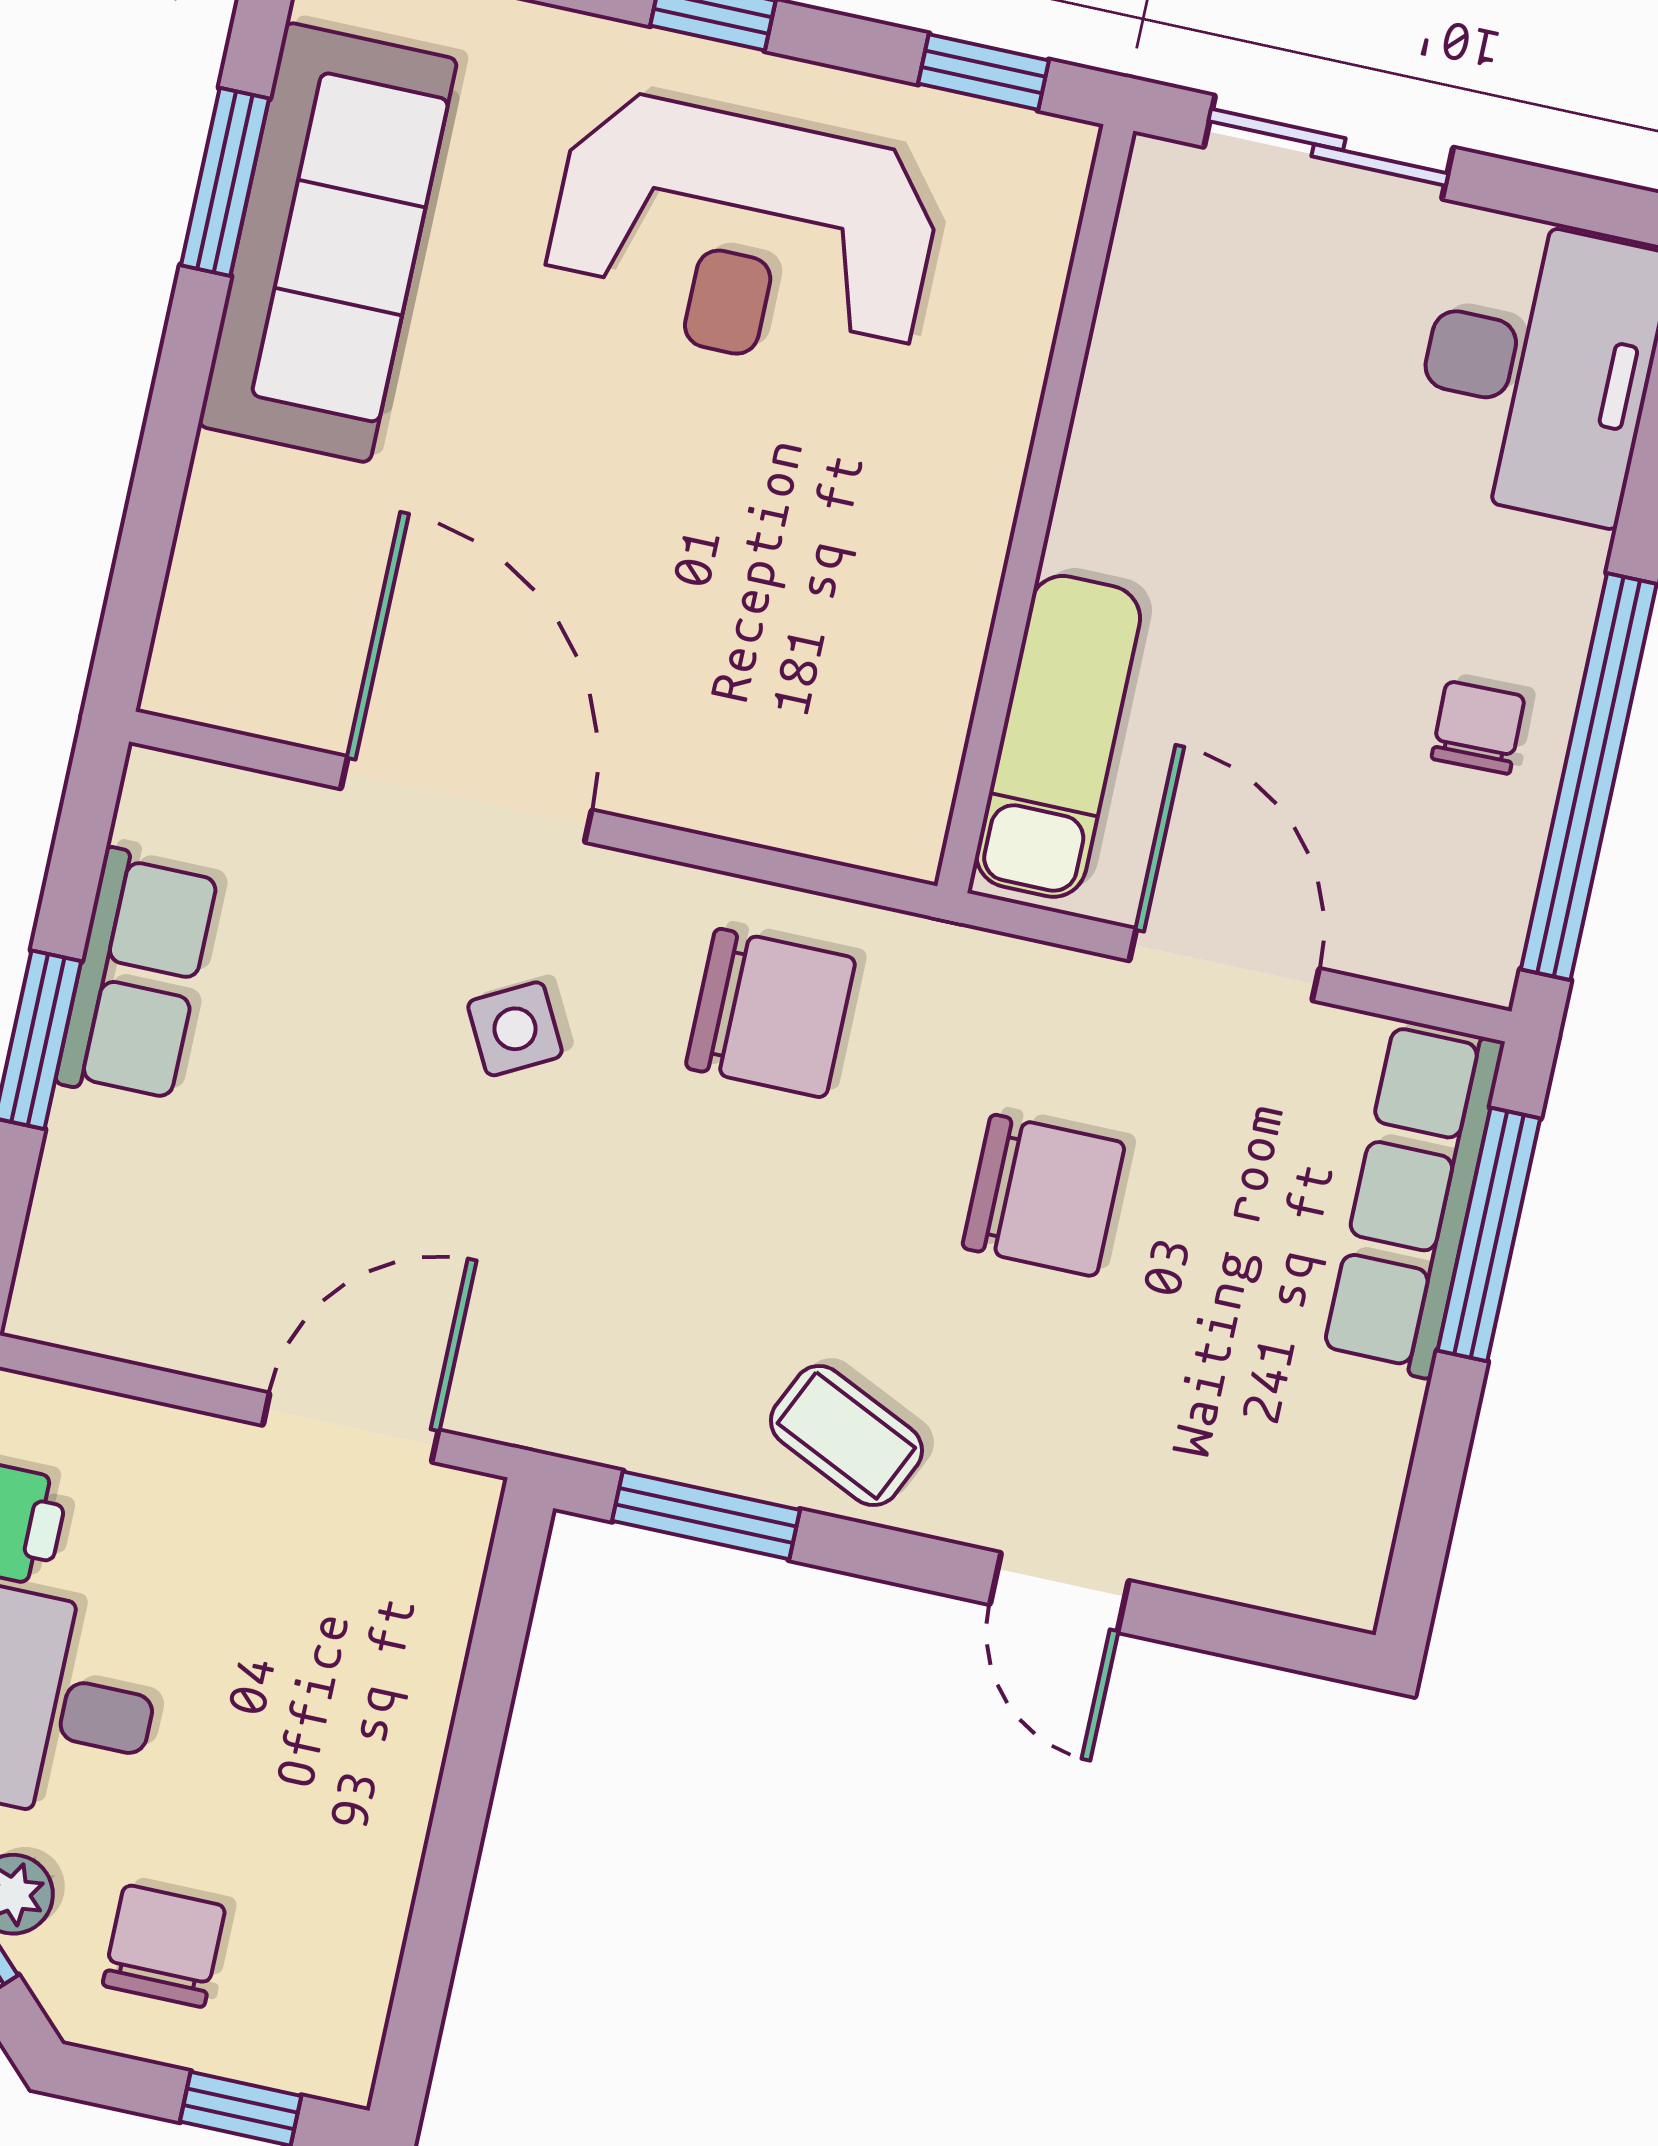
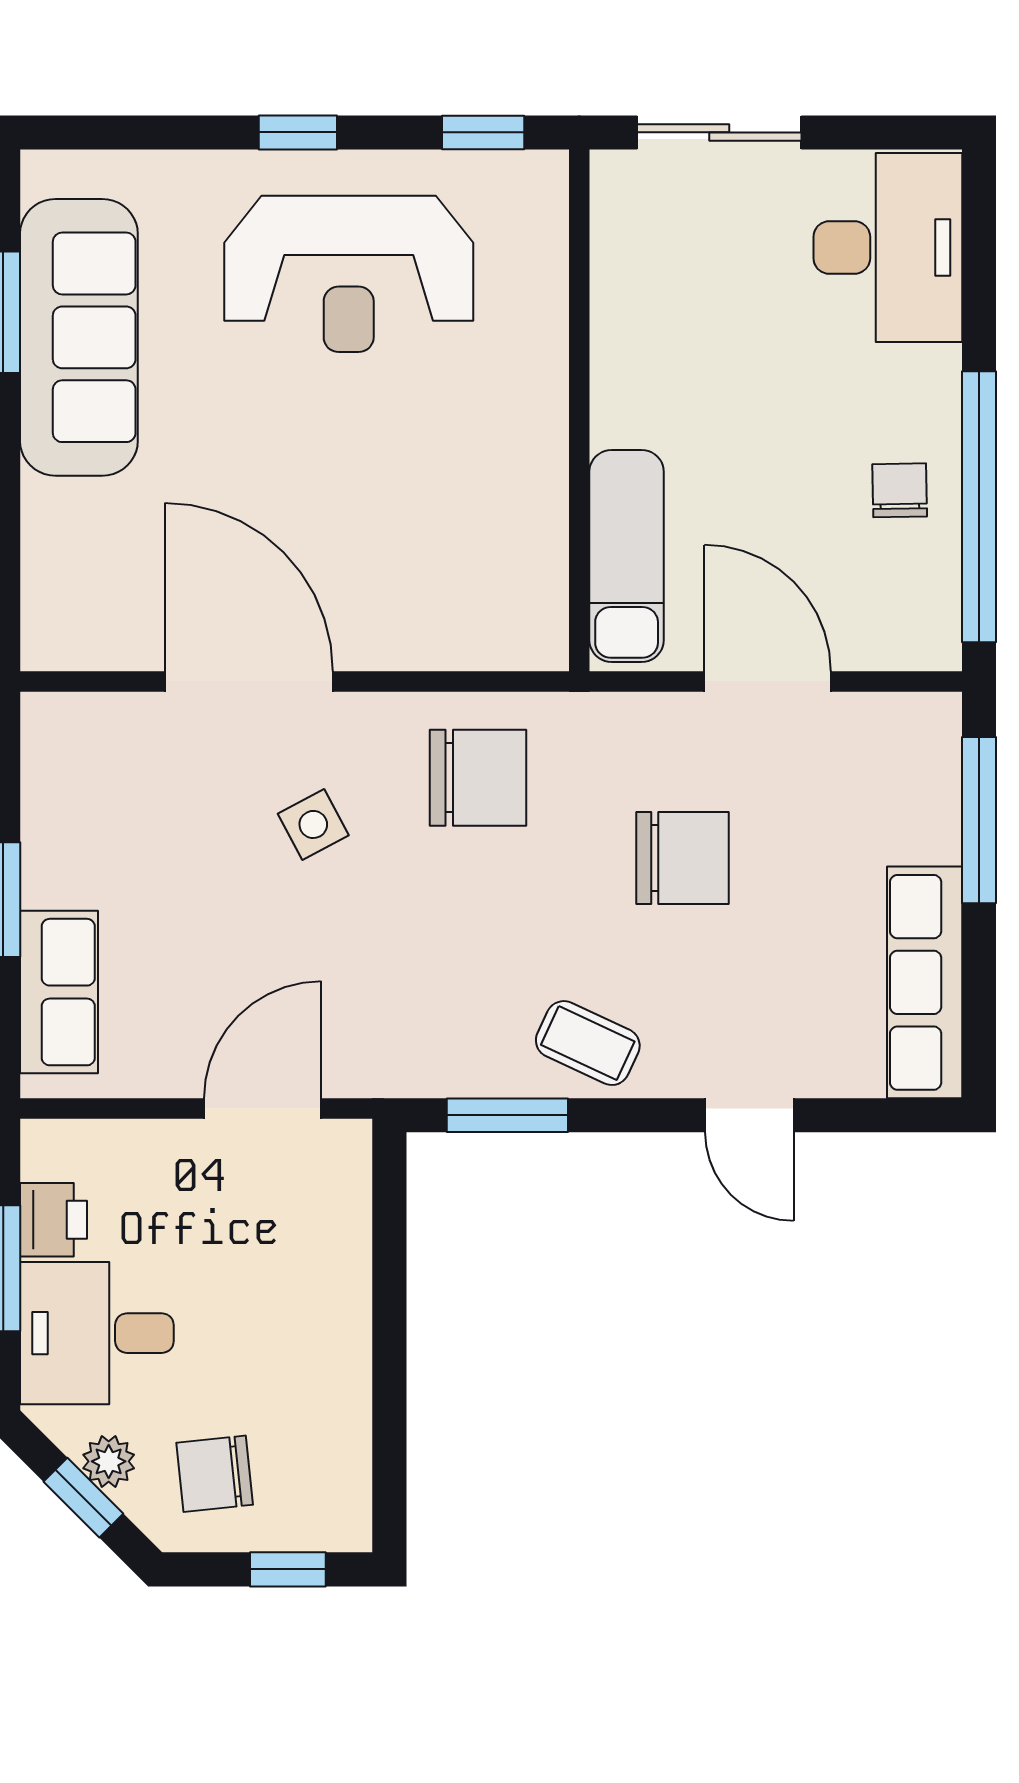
row of seats: (137, 977) -> (59, 992), moved
row of seats: (1413, 1199) -> (925, 982), moved
chair: (164, 1946) -> (215, 1474), turned -96

